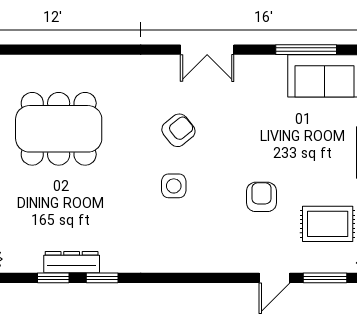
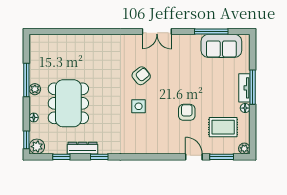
dining table: (59, 129) -> (68, 103), moved, turned 90
window: (53, 278) -> (61, 157), moved
door: (275, 278) -> (194, 157), swing flipped

